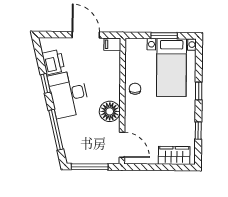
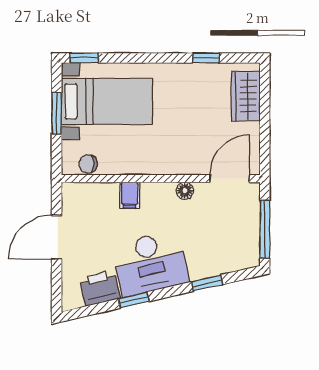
filing cabinet: (112, 44) -> (130, 195), moved
chair: (135, 89) -> (88, 164), moved
window: (199, 91) -> (84, 58), moved
floor lamp: (110, 111) -> (185, 191), width x0.53, depth x0.53
window: (56, 130) -> (207, 283), width x0.46

